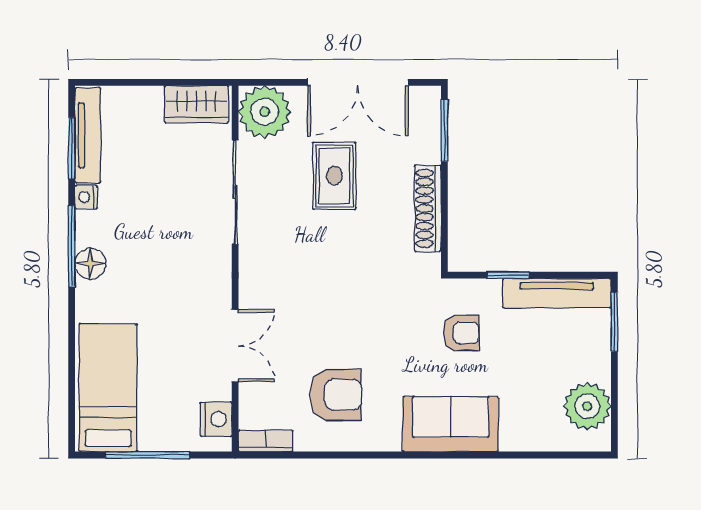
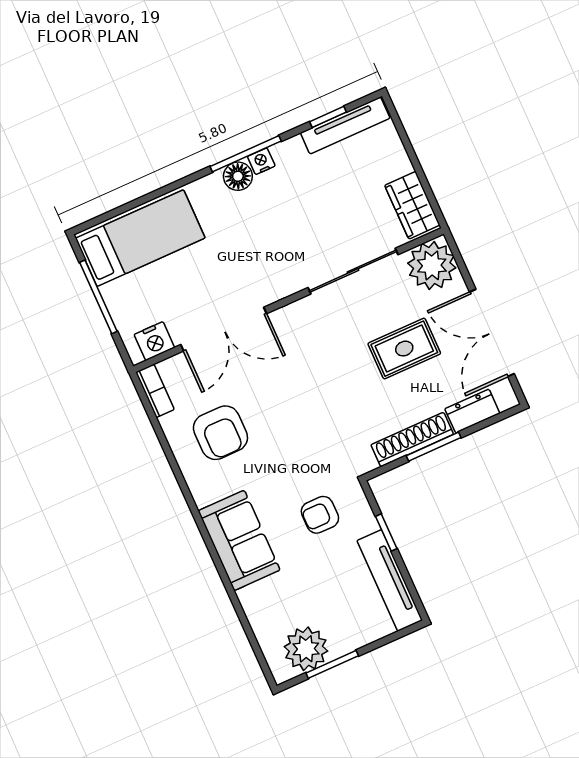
window: (444, 130) -> (434, 447), moved
dresser: (426, 136) -> (472, 411), added
window: (72, 148) -> (328, 117), width x0.67
nightstand: (86, 197) -> (261, 161), moved
window: (614, 322) -> (332, 664), moved
armchair: (461, 333) -> (320, 515), turned 90
double door: (235, 346) -> (224, 329), width x1.37

